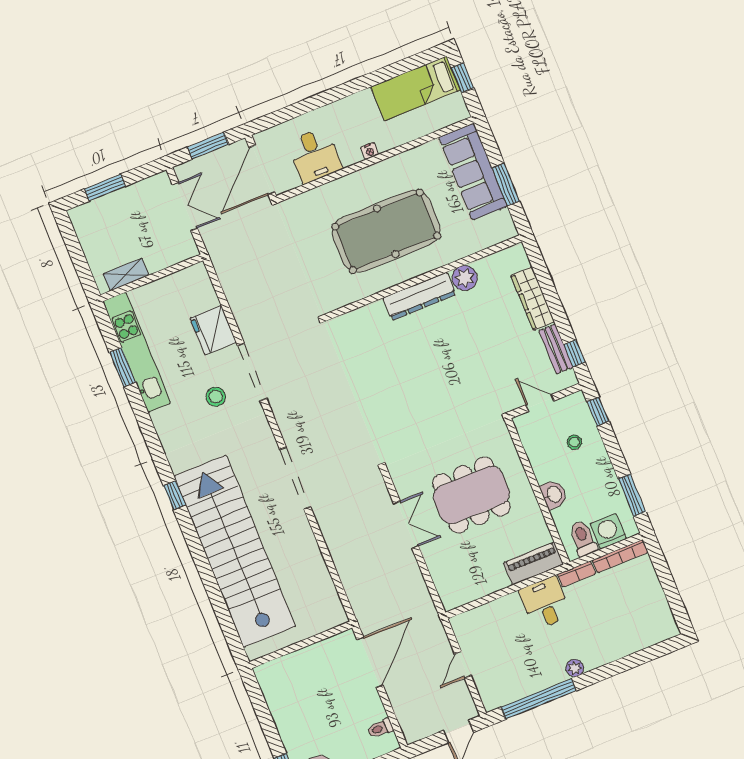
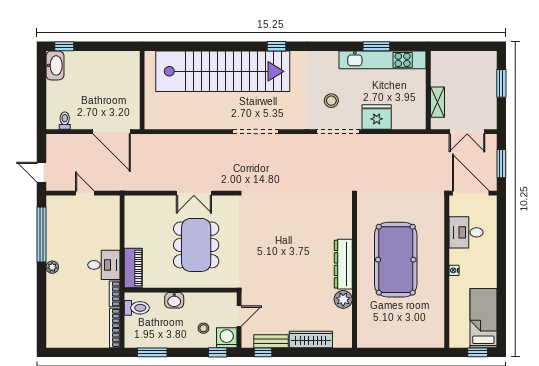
sofa: (473, 172) -> (412, 334), removed
window: (506, 185) -> (394, 352), removed
shelving: (126, 275) -> (437, 102), moved
washing machine: (608, 531) -> (227, 338), moved, turned -90

